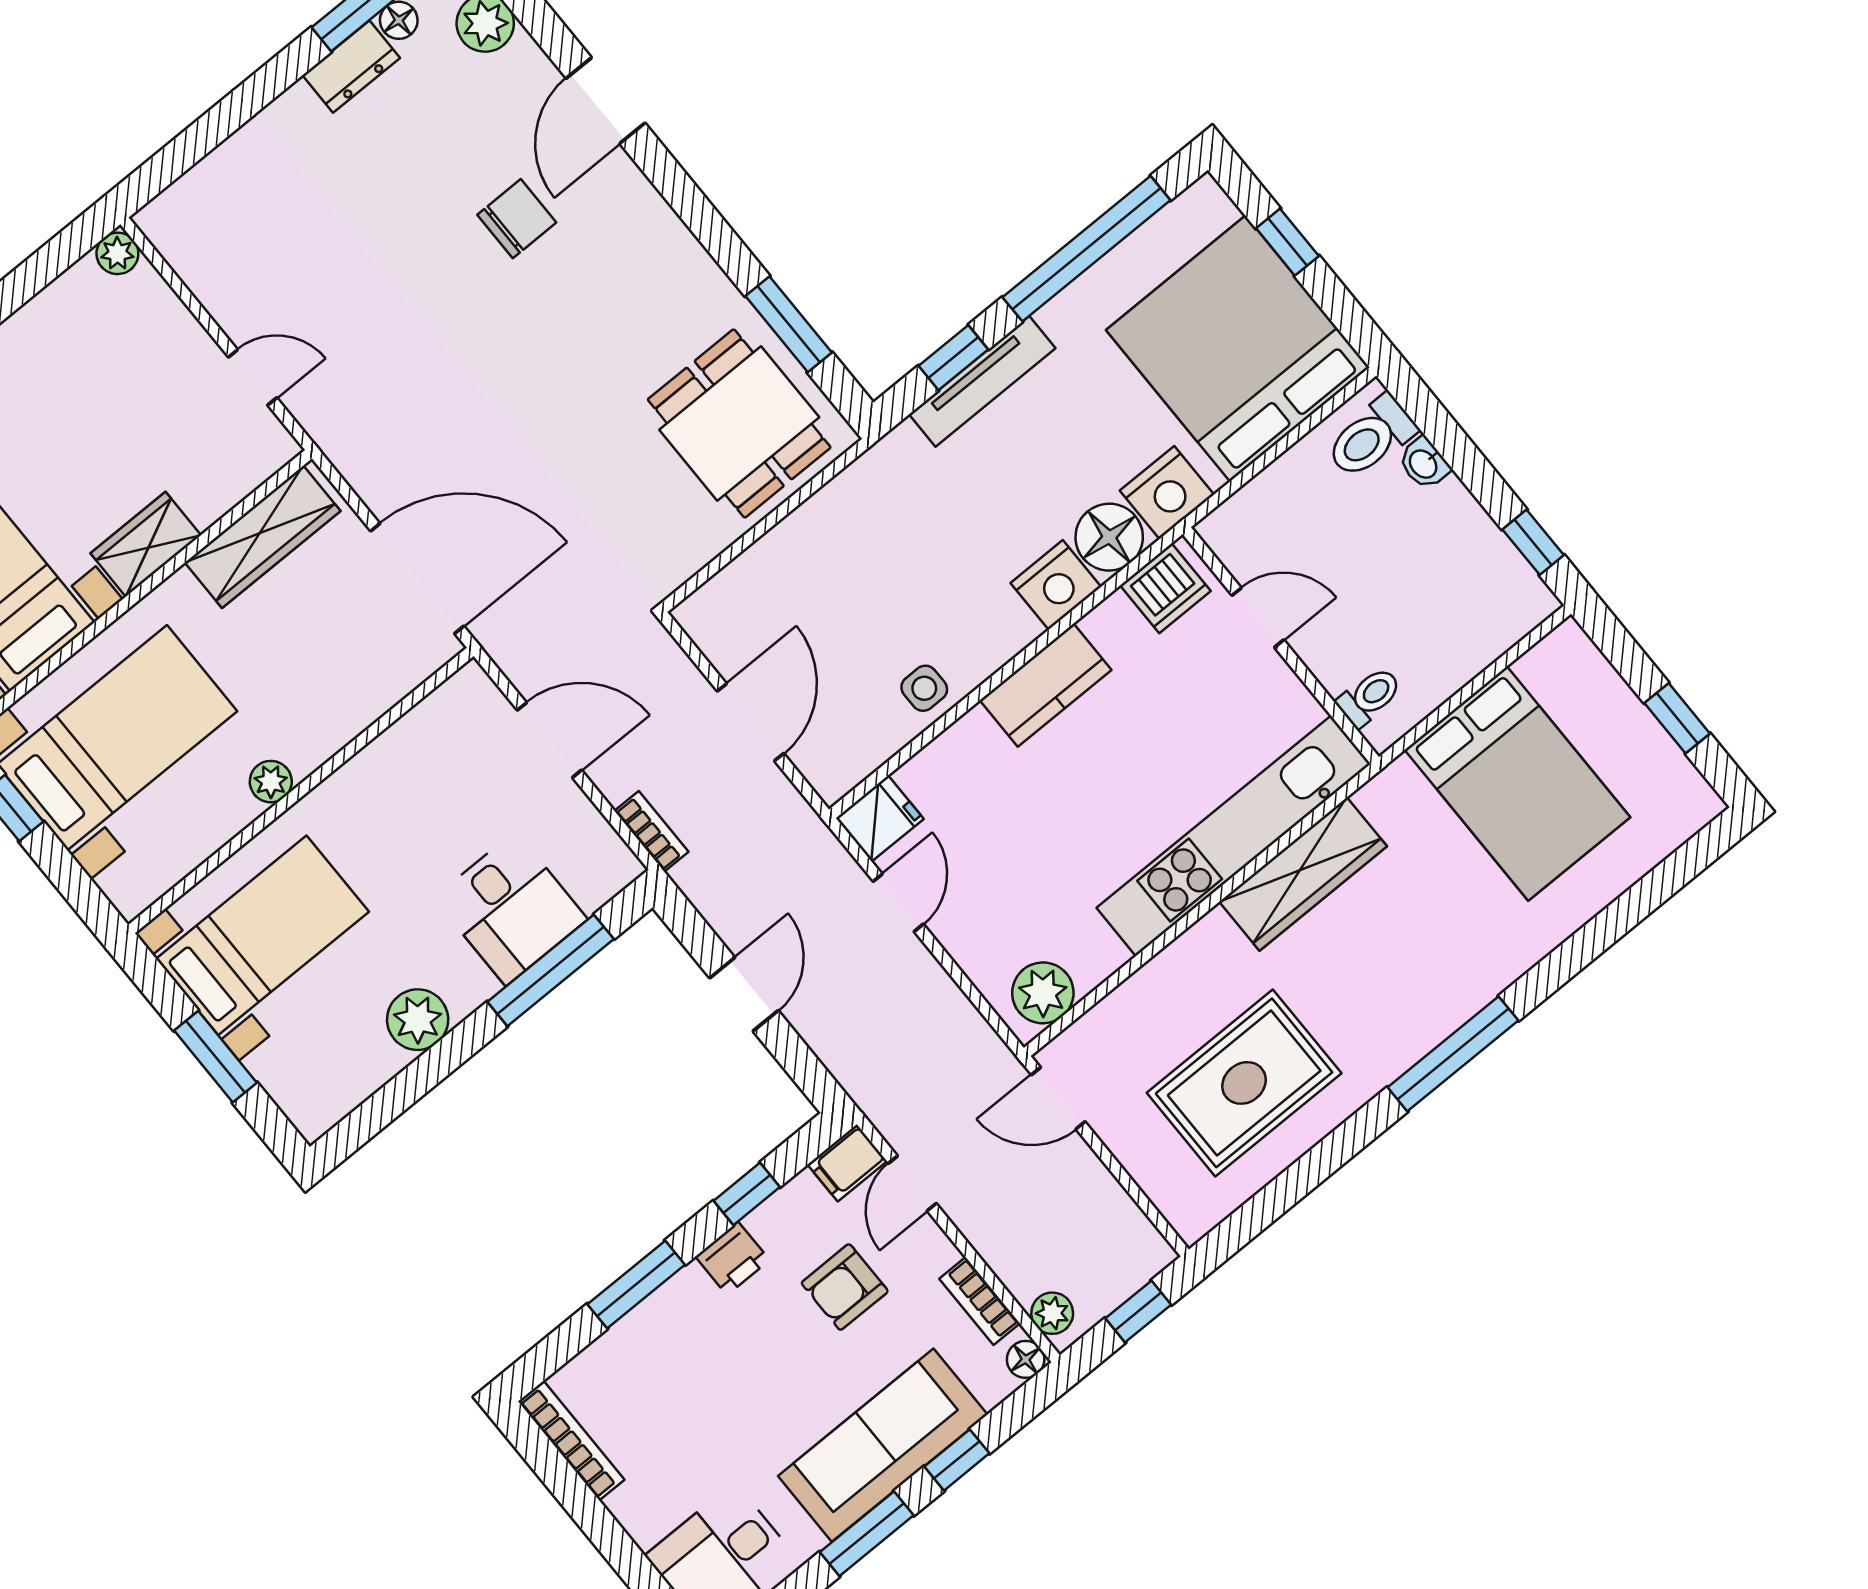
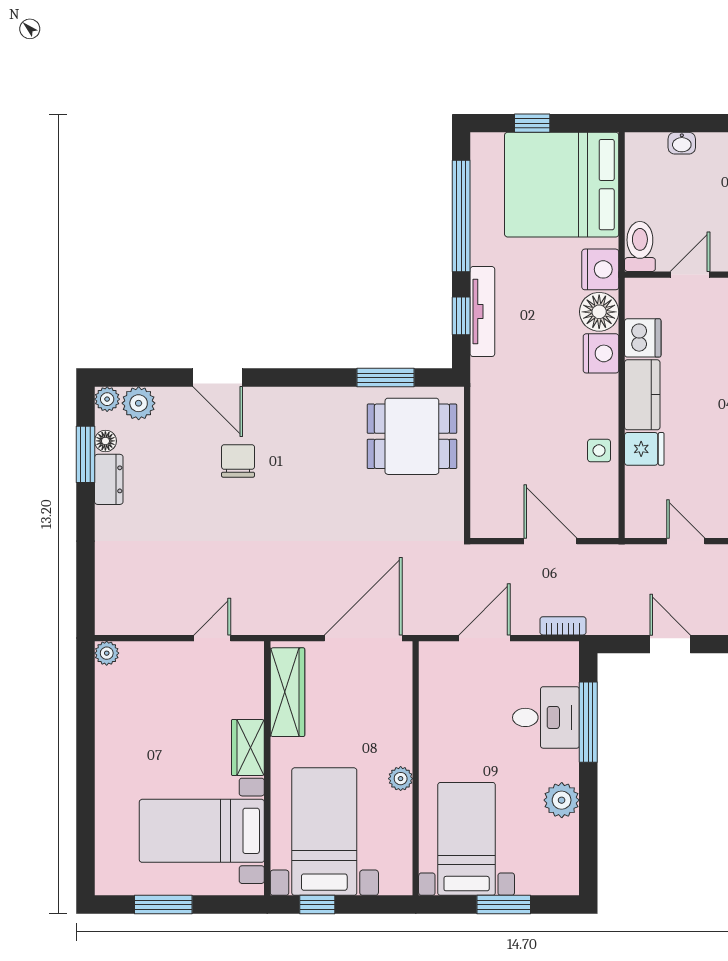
toilet: (1371, 437) -> (640, 246), moved, turned 180
dishwasher: (1165, 588) -> (643, 338), moved
fridge: (880, 818) -> (644, 449), moved, turned 90

